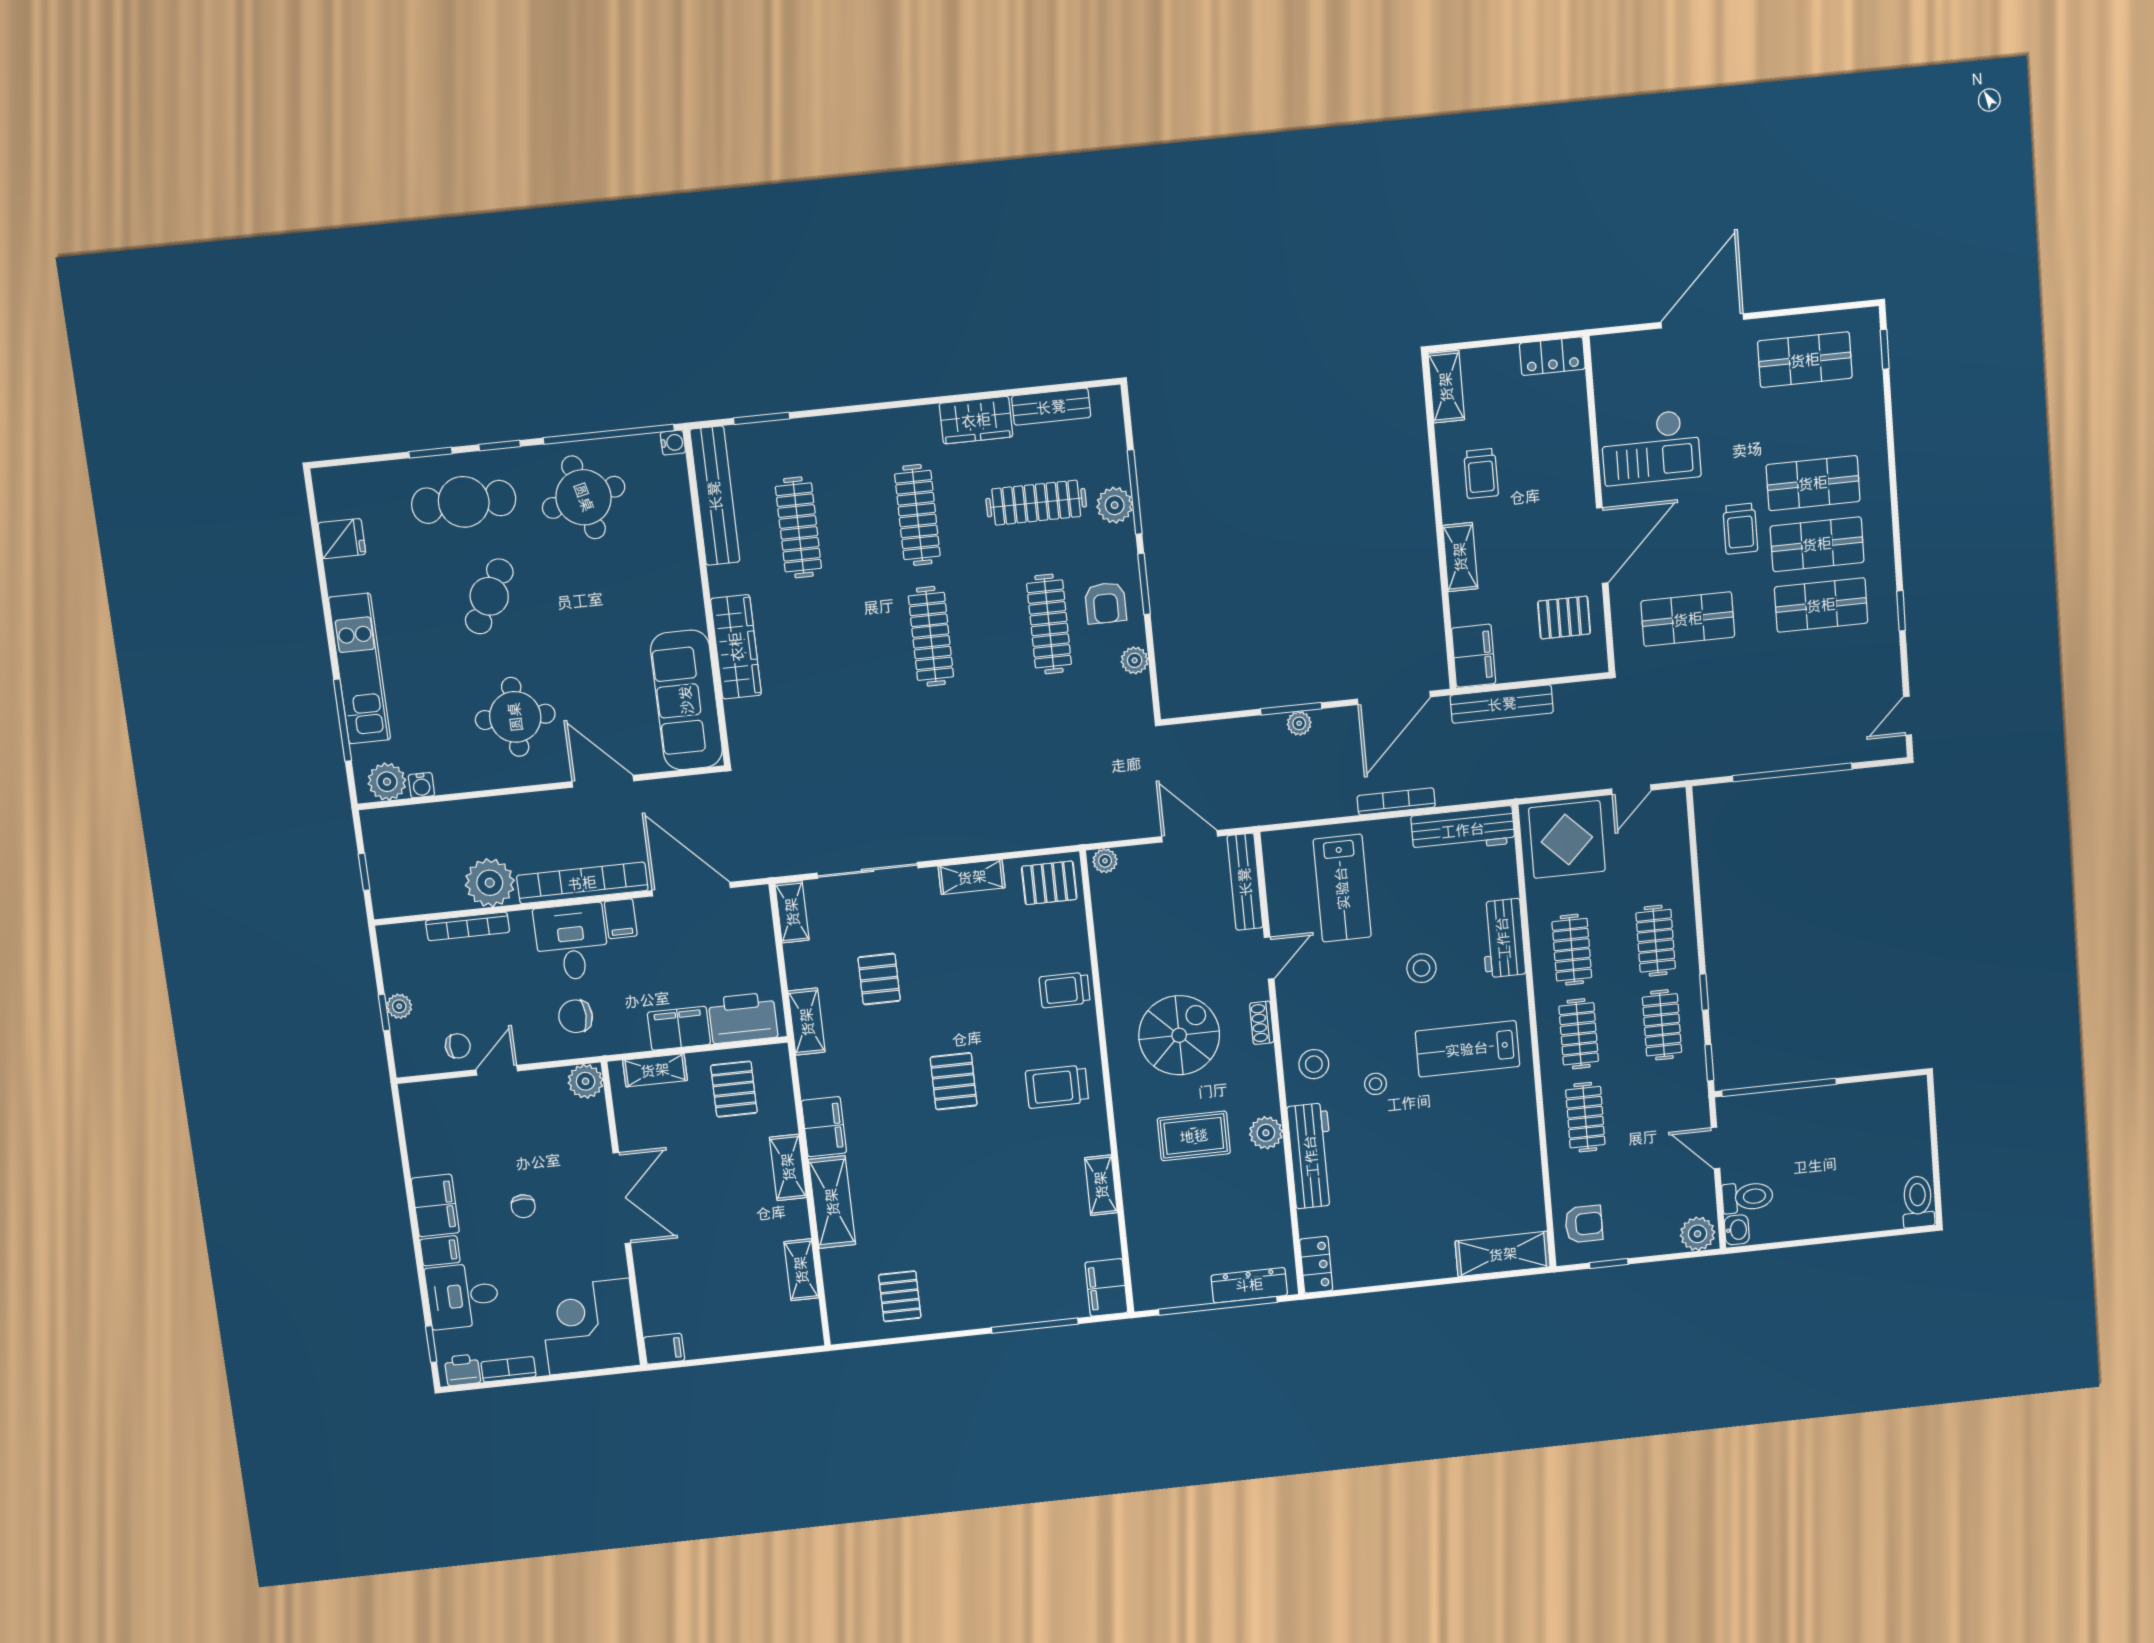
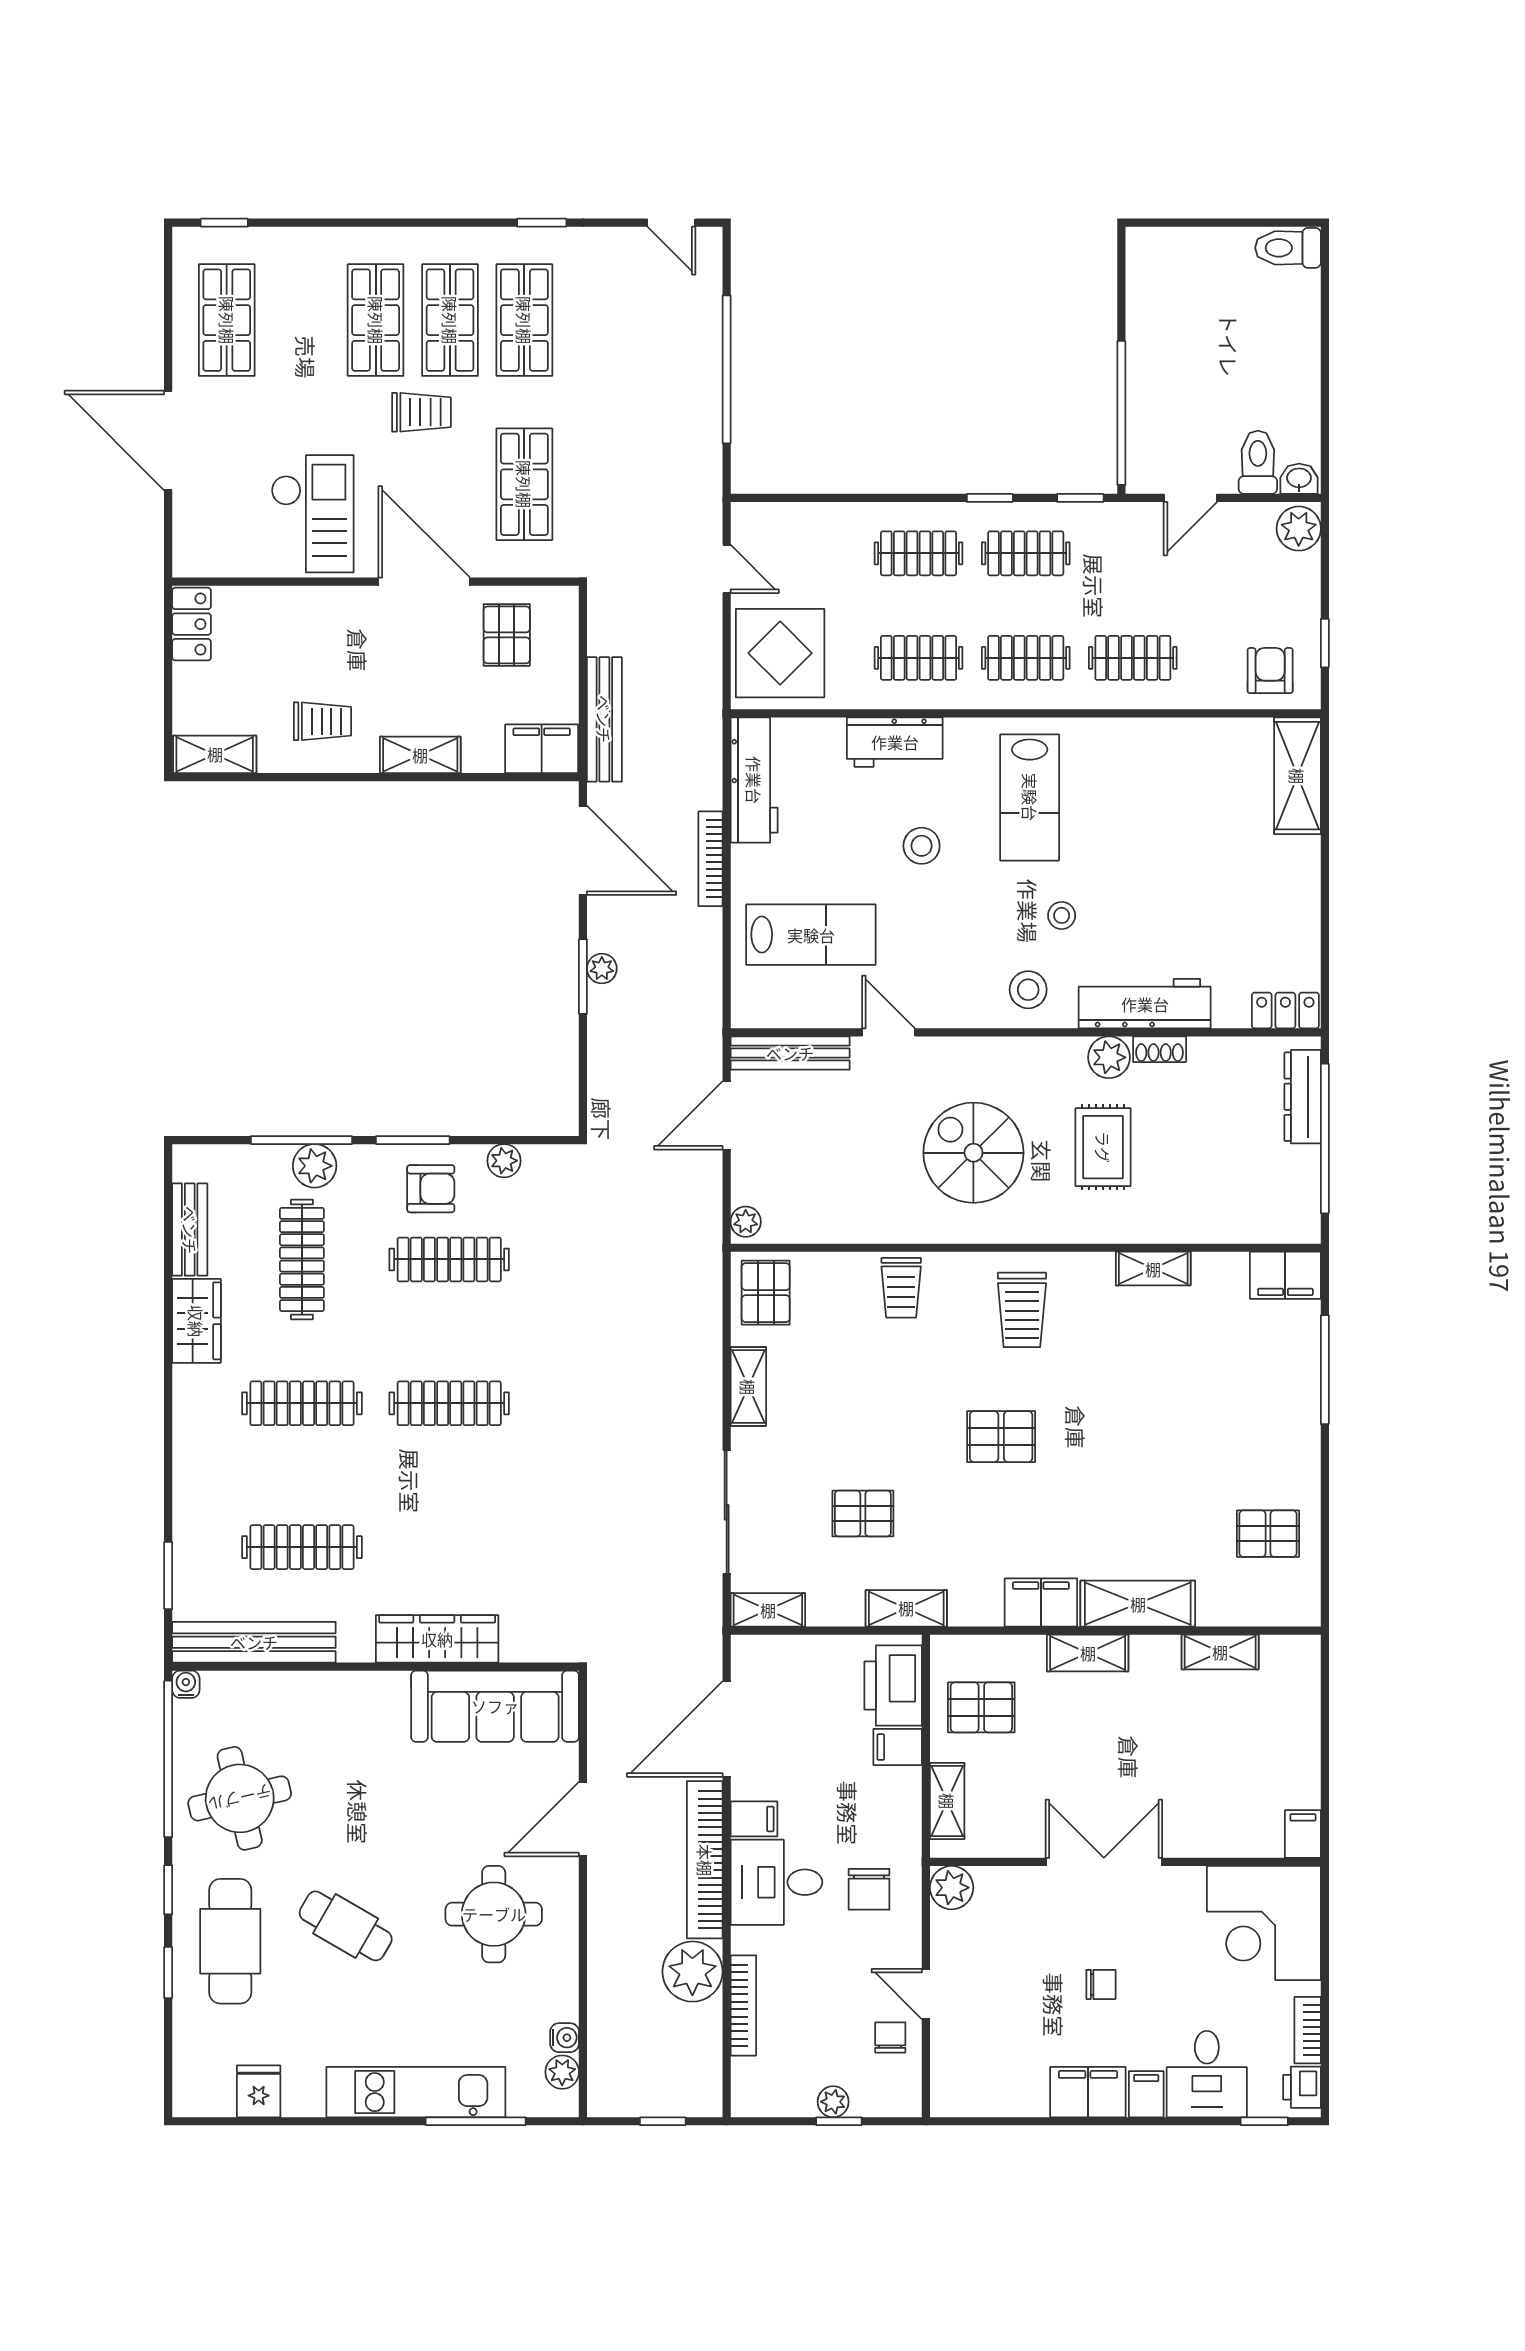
plant: (387, 782) -> (562, 2072), width x0.73, depth x0.73
shoe rack: (1262, 1023) -> (1160, 1049), moved
filing cabinet: (679, 1028) -> (898, 1747), width x0.50

